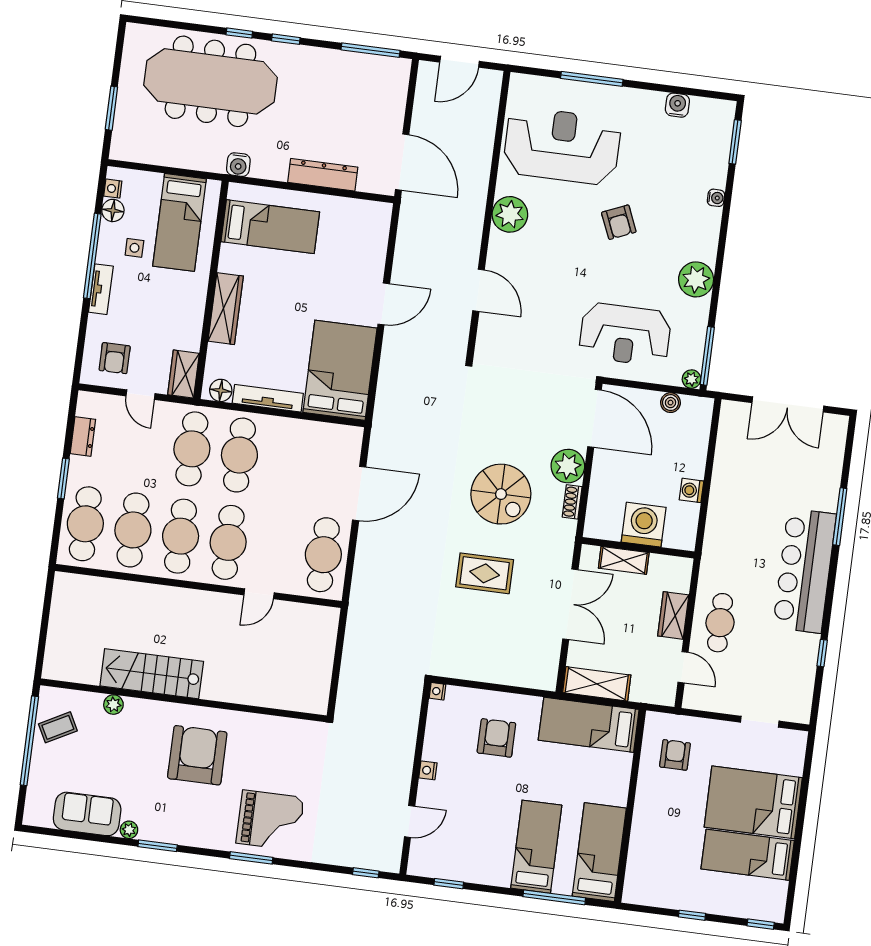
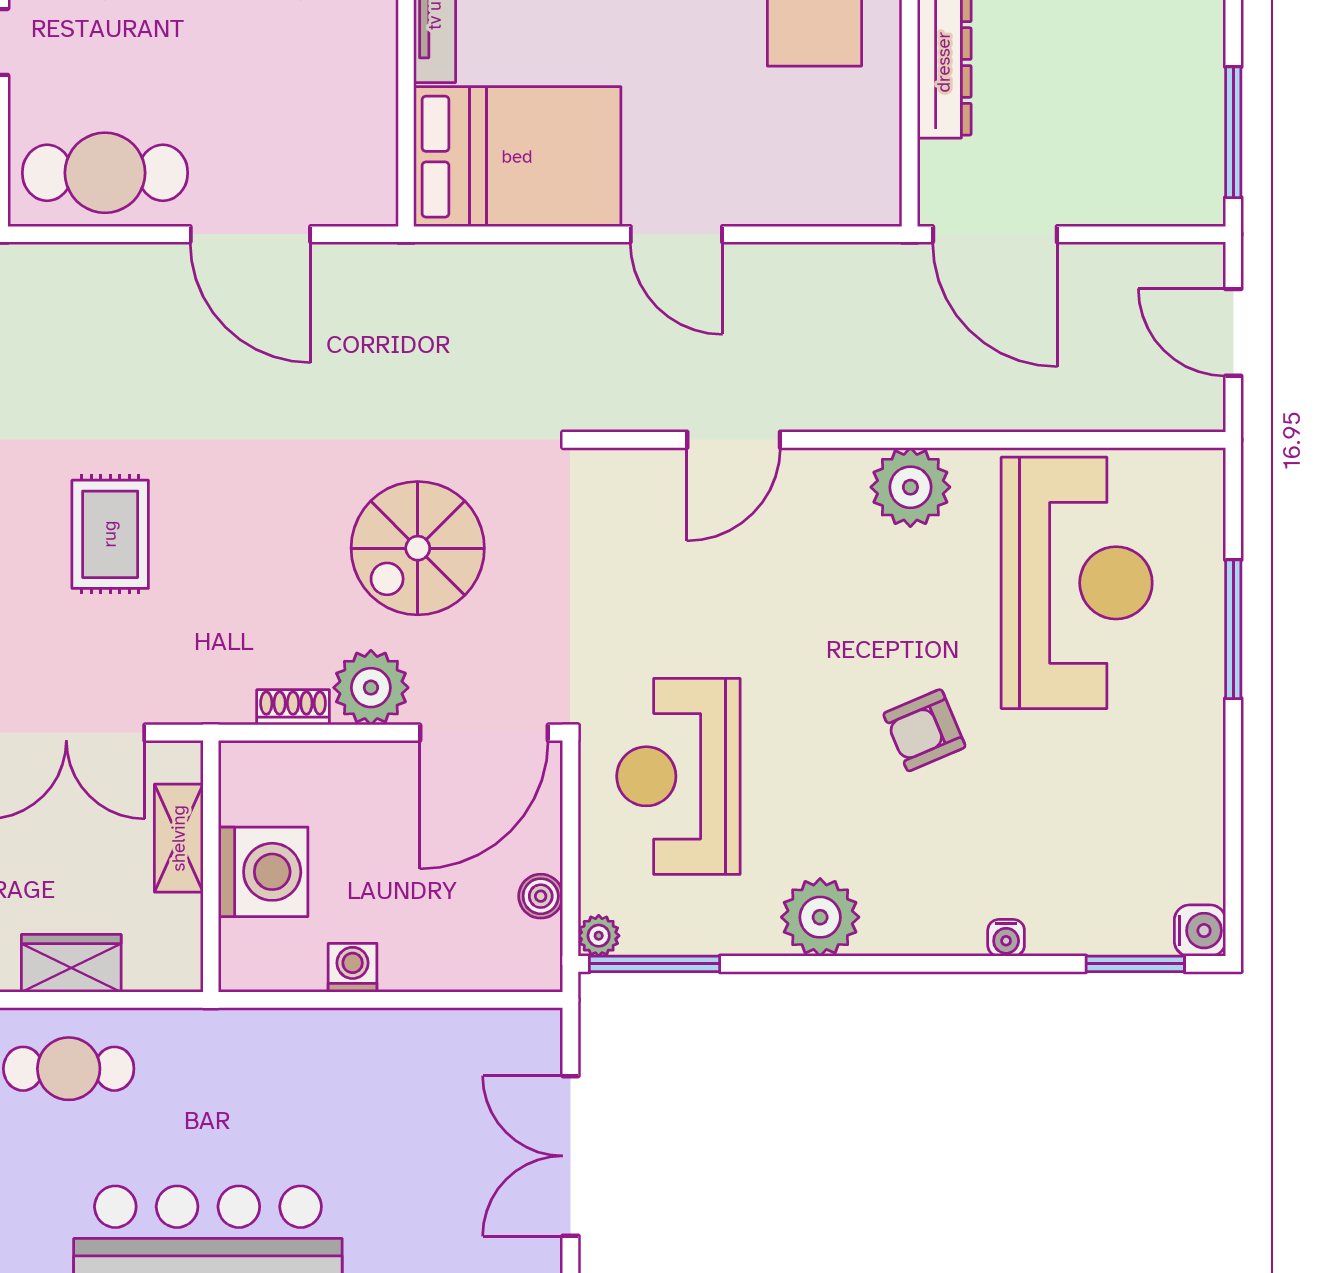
water cooler: (677, 105) -> (1200, 931), moved
door: (402, 162) -> (995, 234), hinge flipped
spiral stairs: (501, 494) -> (418, 548), moved

